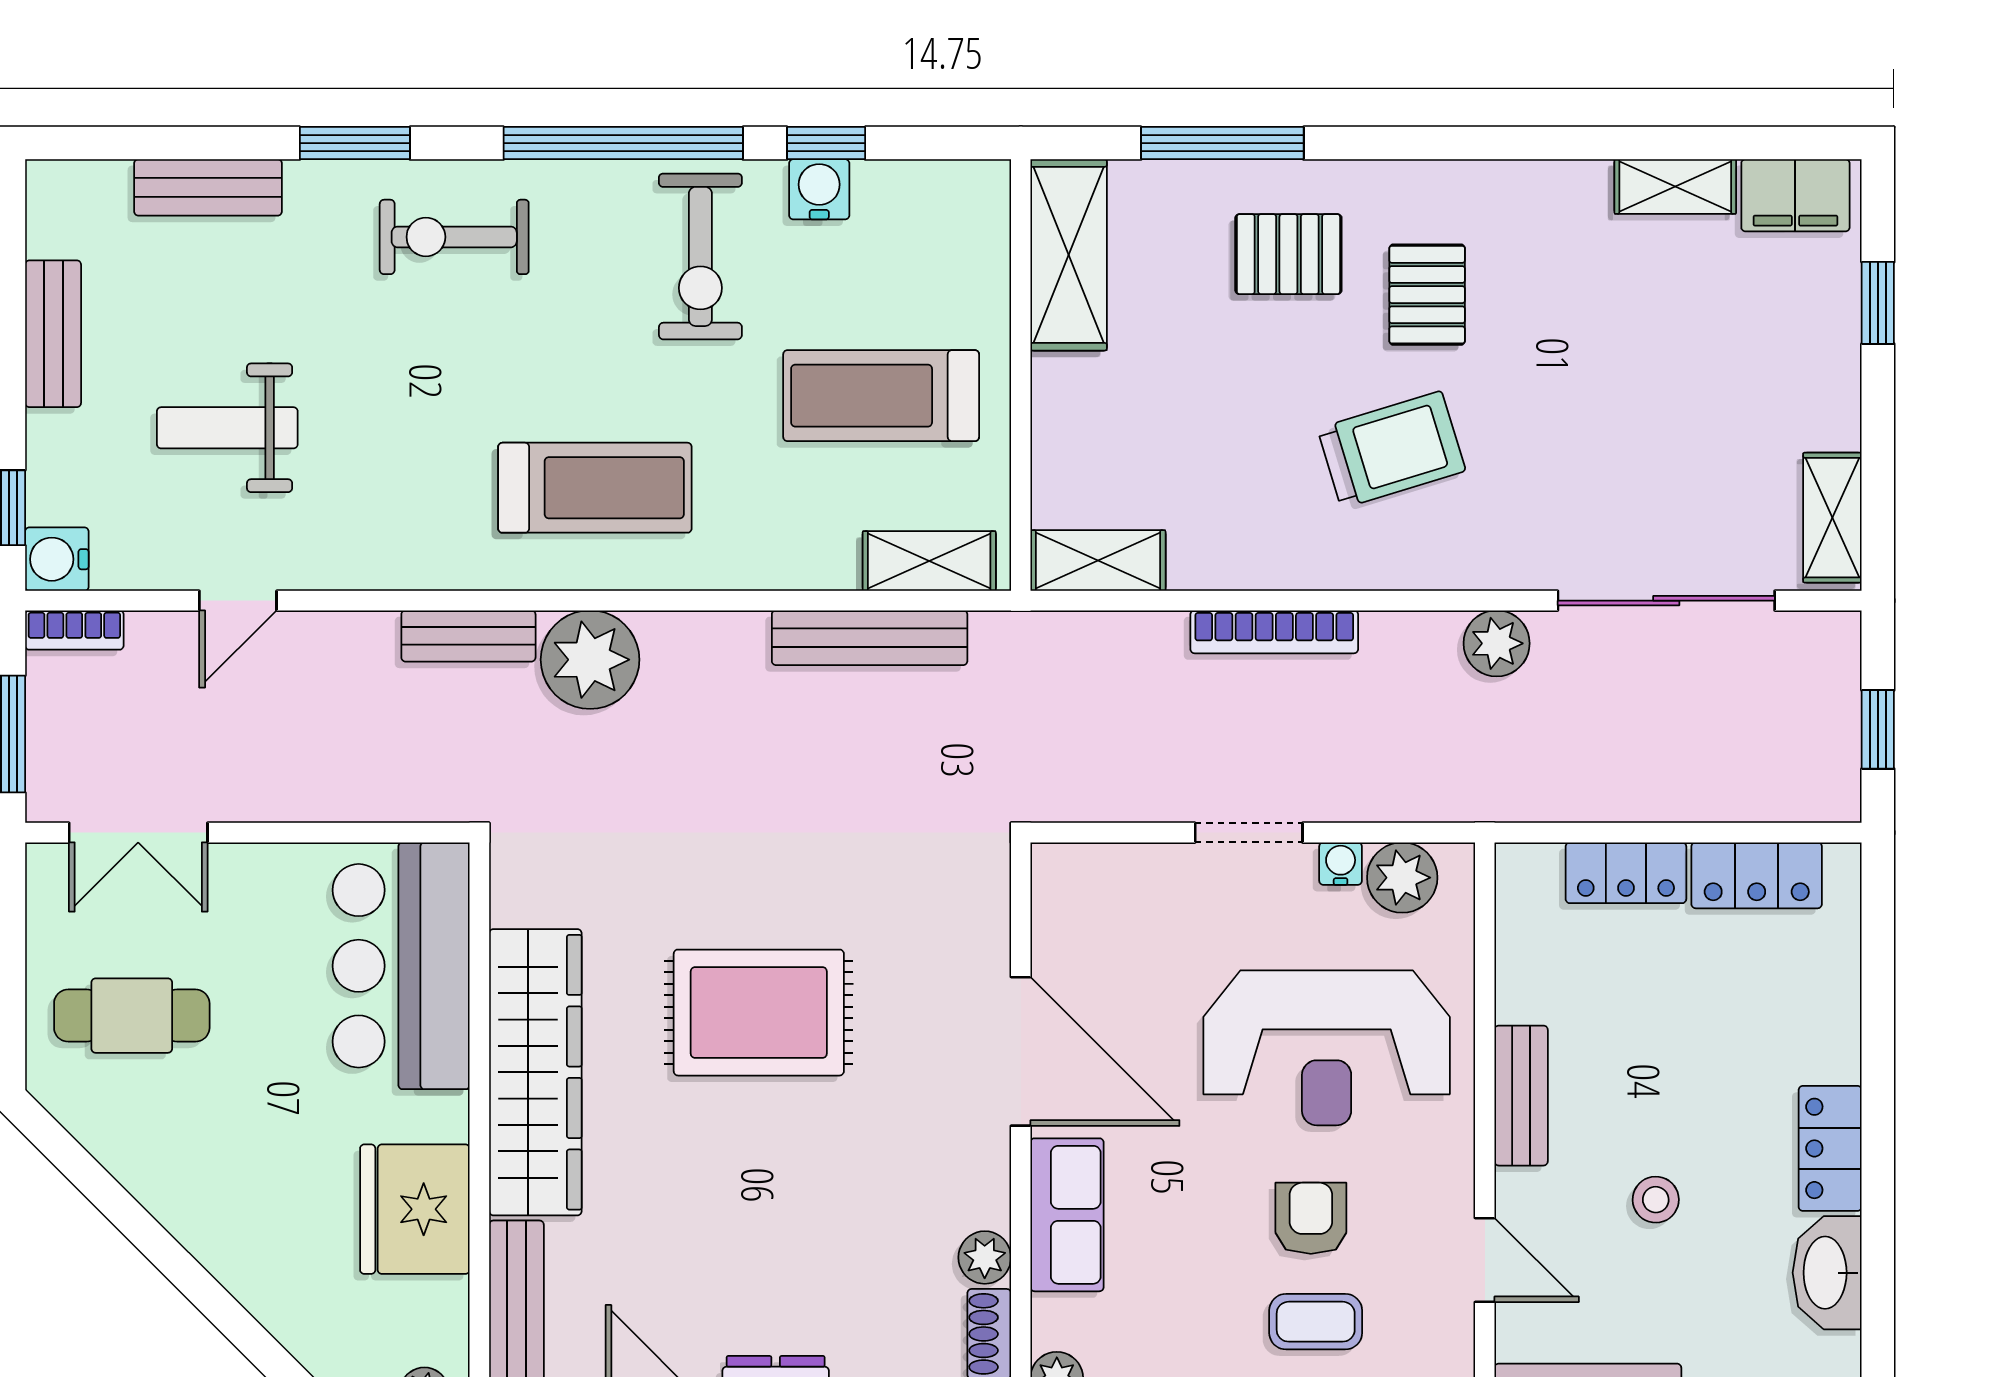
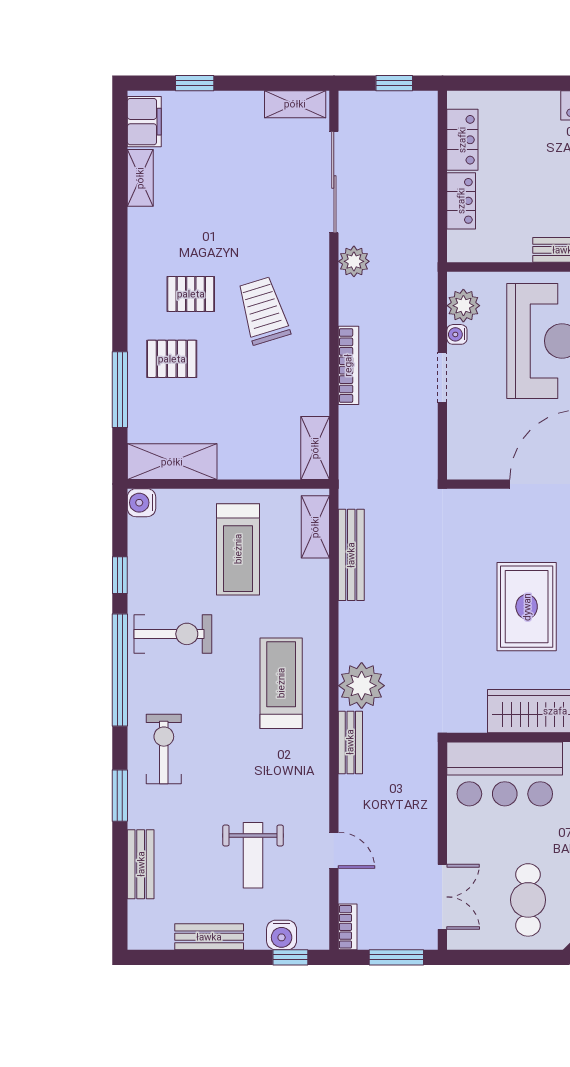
water cooler: (819, 189) -> (141, 503), moved
exercise bike: (454, 237) -> (164, 749), turned 180
pallet: (1288, 254) -> (172, 359), turned 90
water cooler: (57, 559) -> (282, 935), moved

